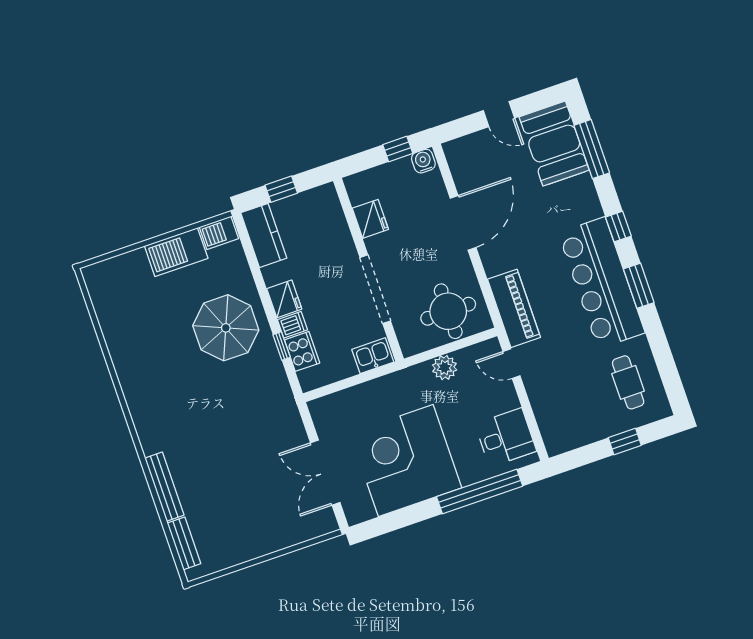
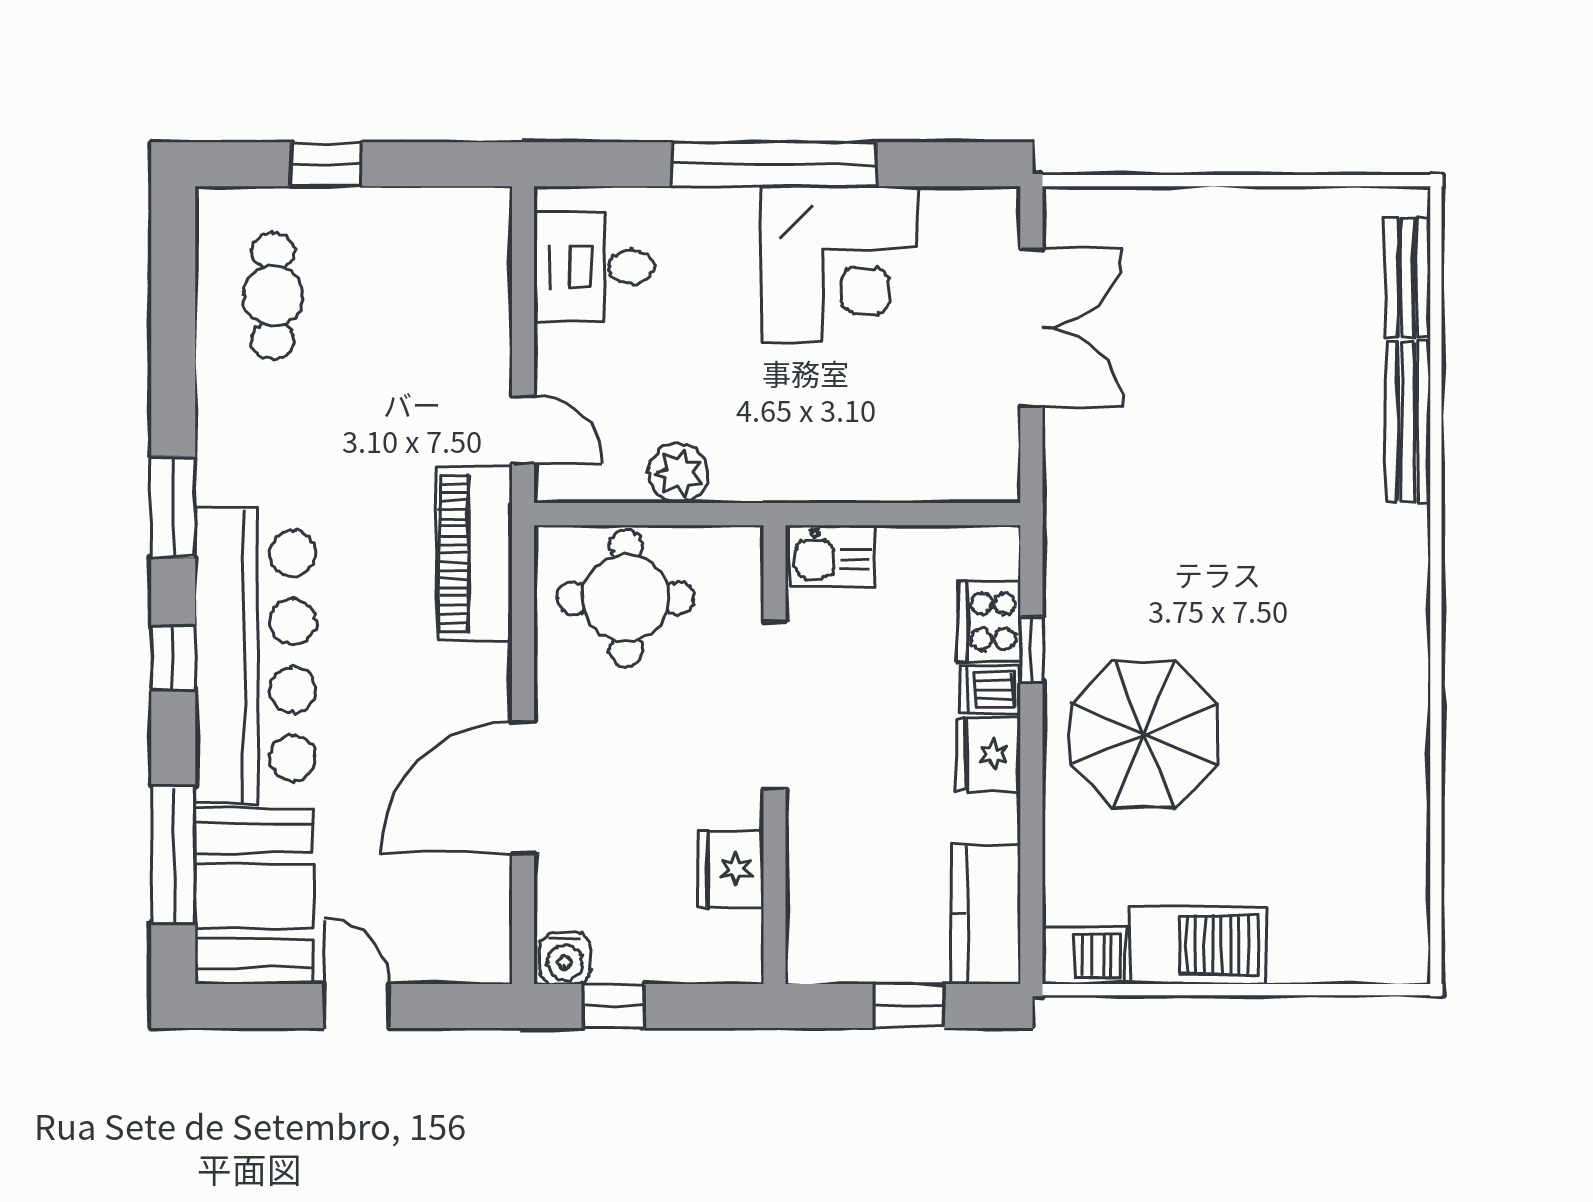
bar counter: (602, 283) -> (255, 656), moved
corner desk: (406, 461) -> (839, 264), width x0.74, depth x0.74
window: (480, 491) -> (774, 164), moved

